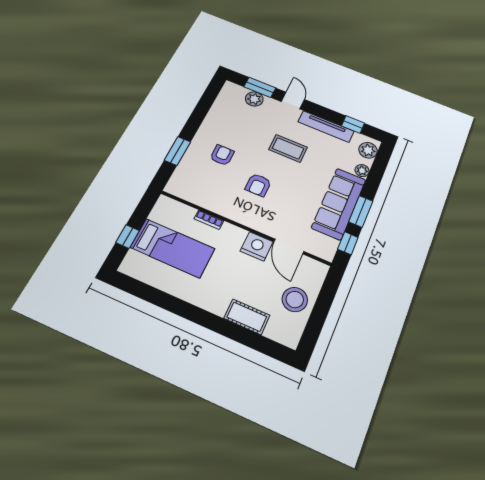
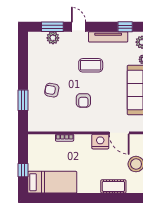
armchair: (222, 155) -> (52, 90), turned -79
bed: (173, 248) -> (52, 182), moved

